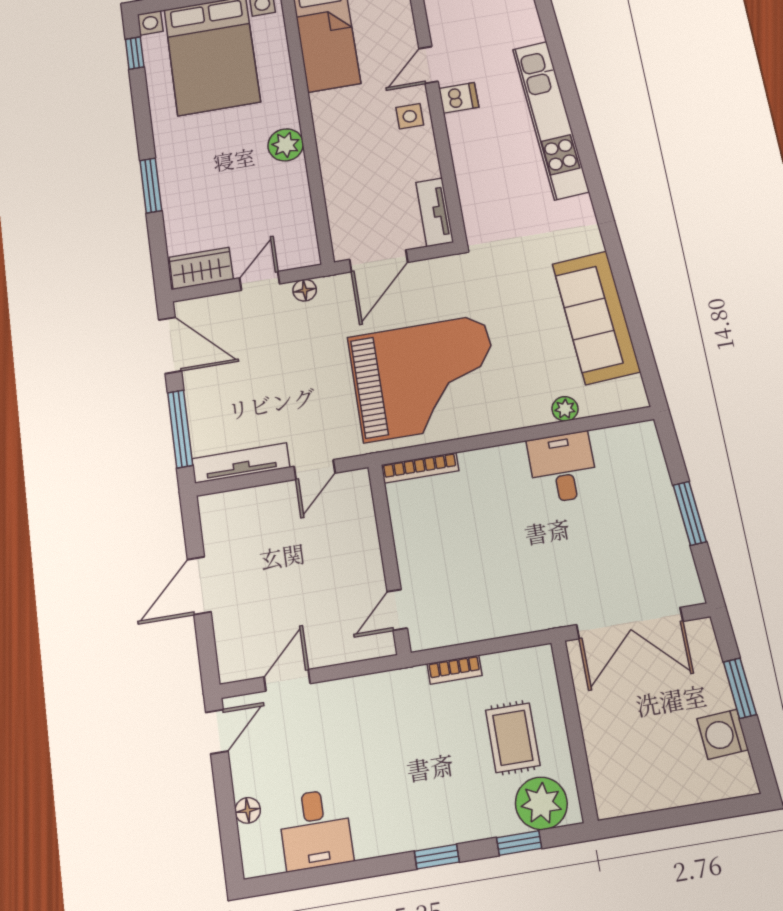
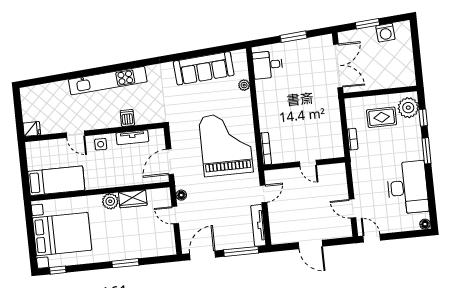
dishwasher: (459, 98) -> (127, 118), moved
tv unit: (435, 212) -> (132, 137), moved
door: (379, 261) -> (170, 162), swing flipped
wardrobe: (201, 268) -> (133, 199), moved, turned -90
desk: (563, 467) -> (268, 65), moved
door: (315, 470) -> (263, 194), hinge flipped
door: (397, 610) -> (308, 163), moved
floor lamp: (248, 810) -> (425, 224), moved
desk: (315, 829) -> (407, 188), width x1.87, depth x1.30
window: (437, 857) -> (426, 151), width x1.50

